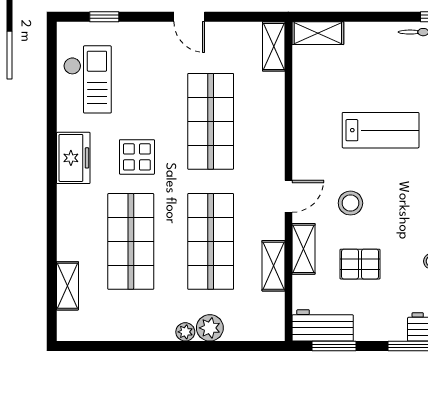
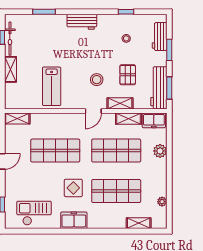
shelving: (318, 33) -> (11, 69), moved
lab bench: (381, 130) -> (52, 86), moved, turned 180
door: (288, 196) -> (93, 111), swing flipped
freezer: (270, 316) -> (154, 120), added
workbench: (323, 325) -> (159, 88), width x1.38
plant: (185, 332) -> (162, 202), moved

